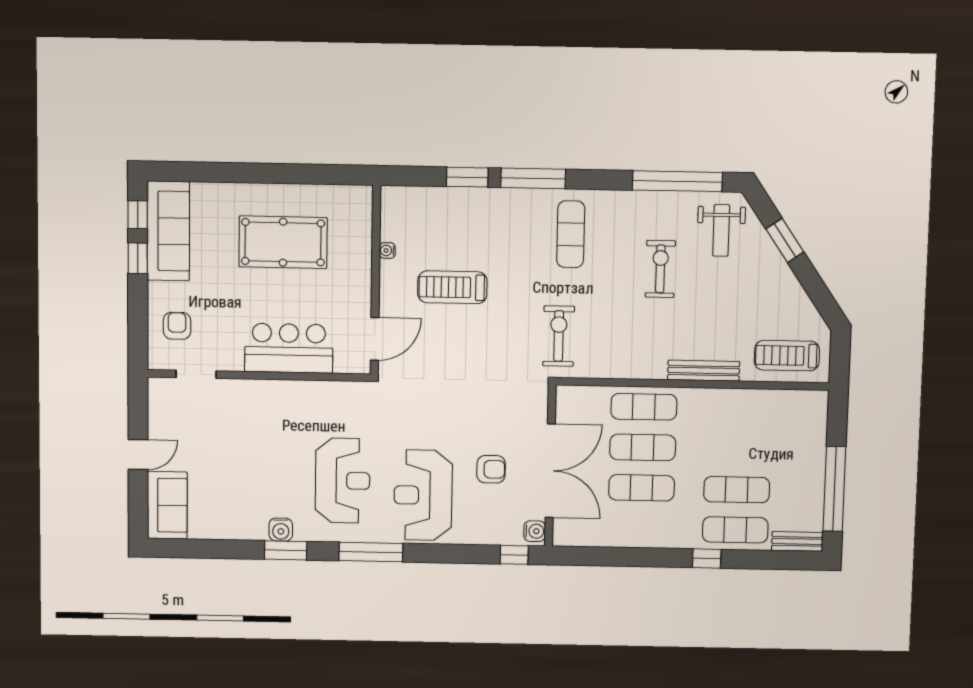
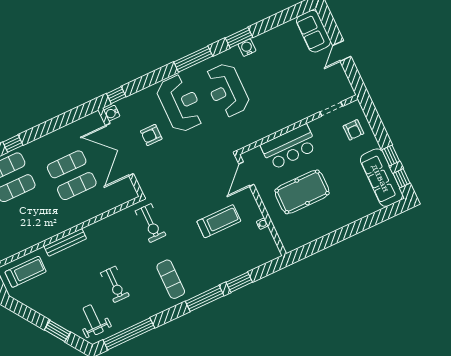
pool table: (283, 242) -> (302, 192), moved
exercise mat: (644, 407) -> (87, 208), removed

